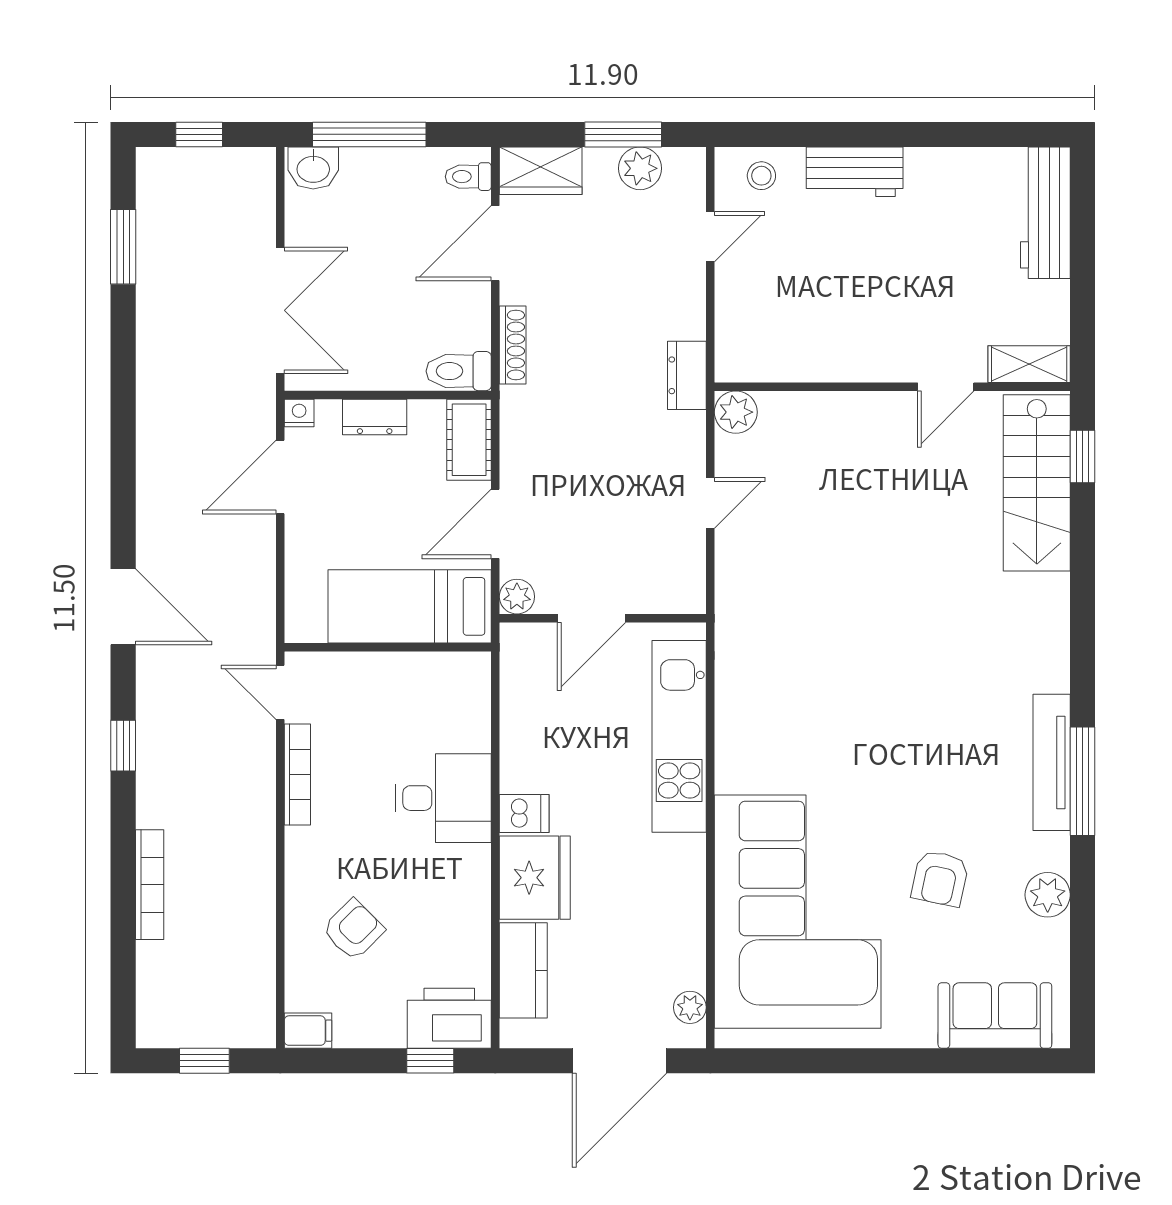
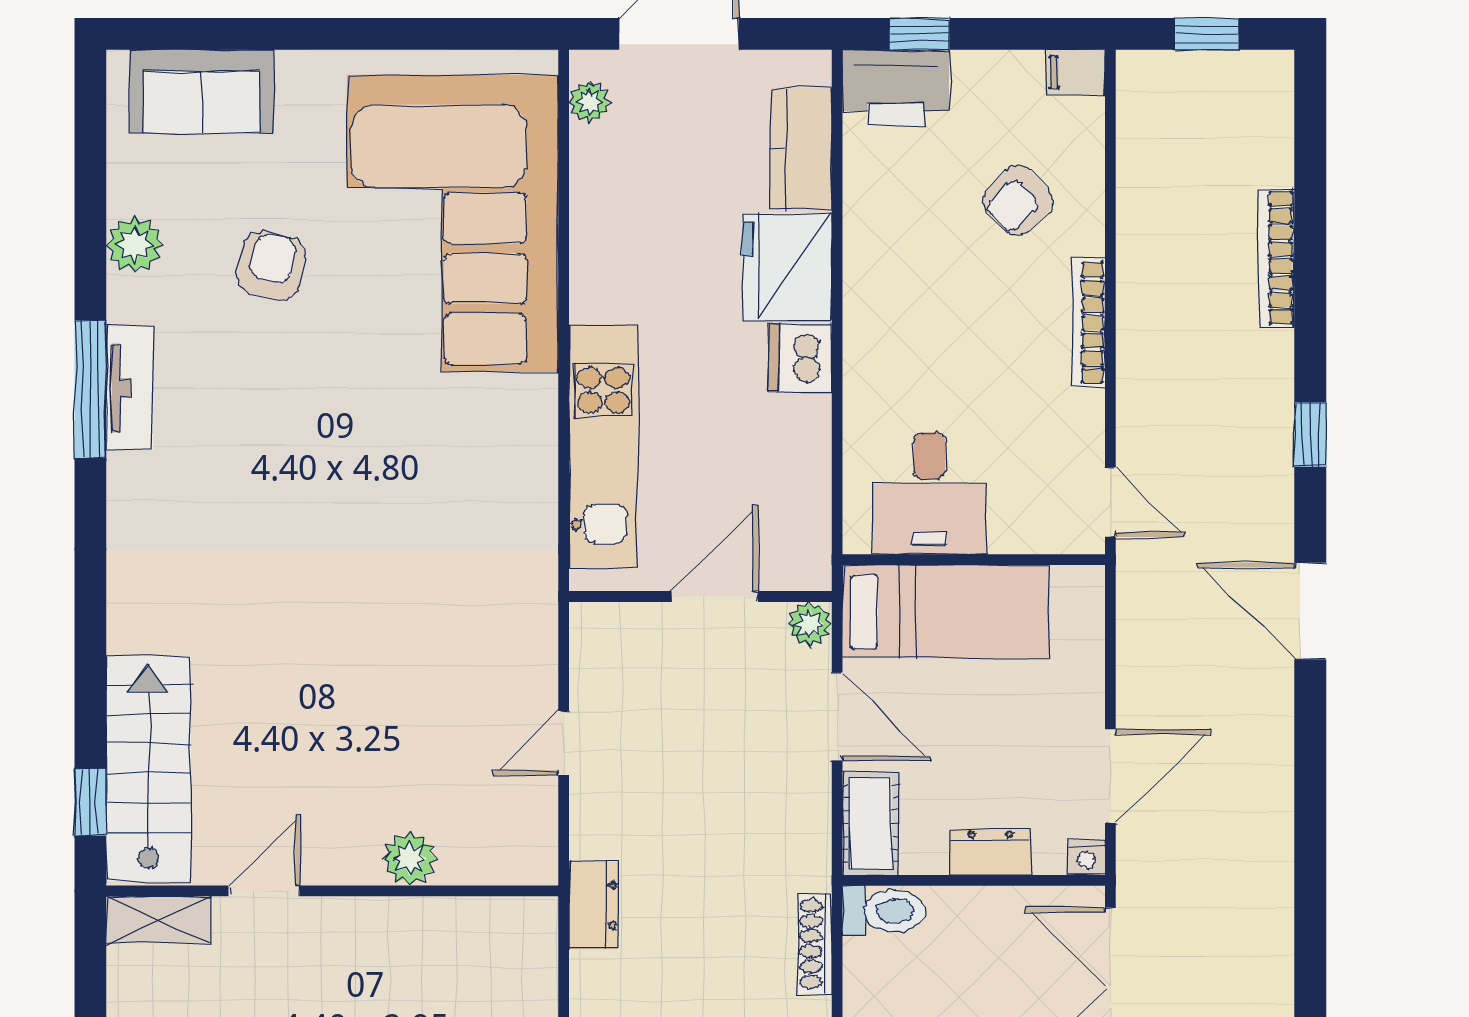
plant: (736, 412) -> (410, 859), moved
door: (495, 524) -> (837, 716), hinge flipped
tv unit: (1052, 762) -> (130, 388), width x0.71
bookcase: (297, 774) -> (1089, 323), moved
desk: (443, 798) -> (929, 493), moved, turned -90
dishwasher: (524, 813) -> (800, 357), width x1.38

